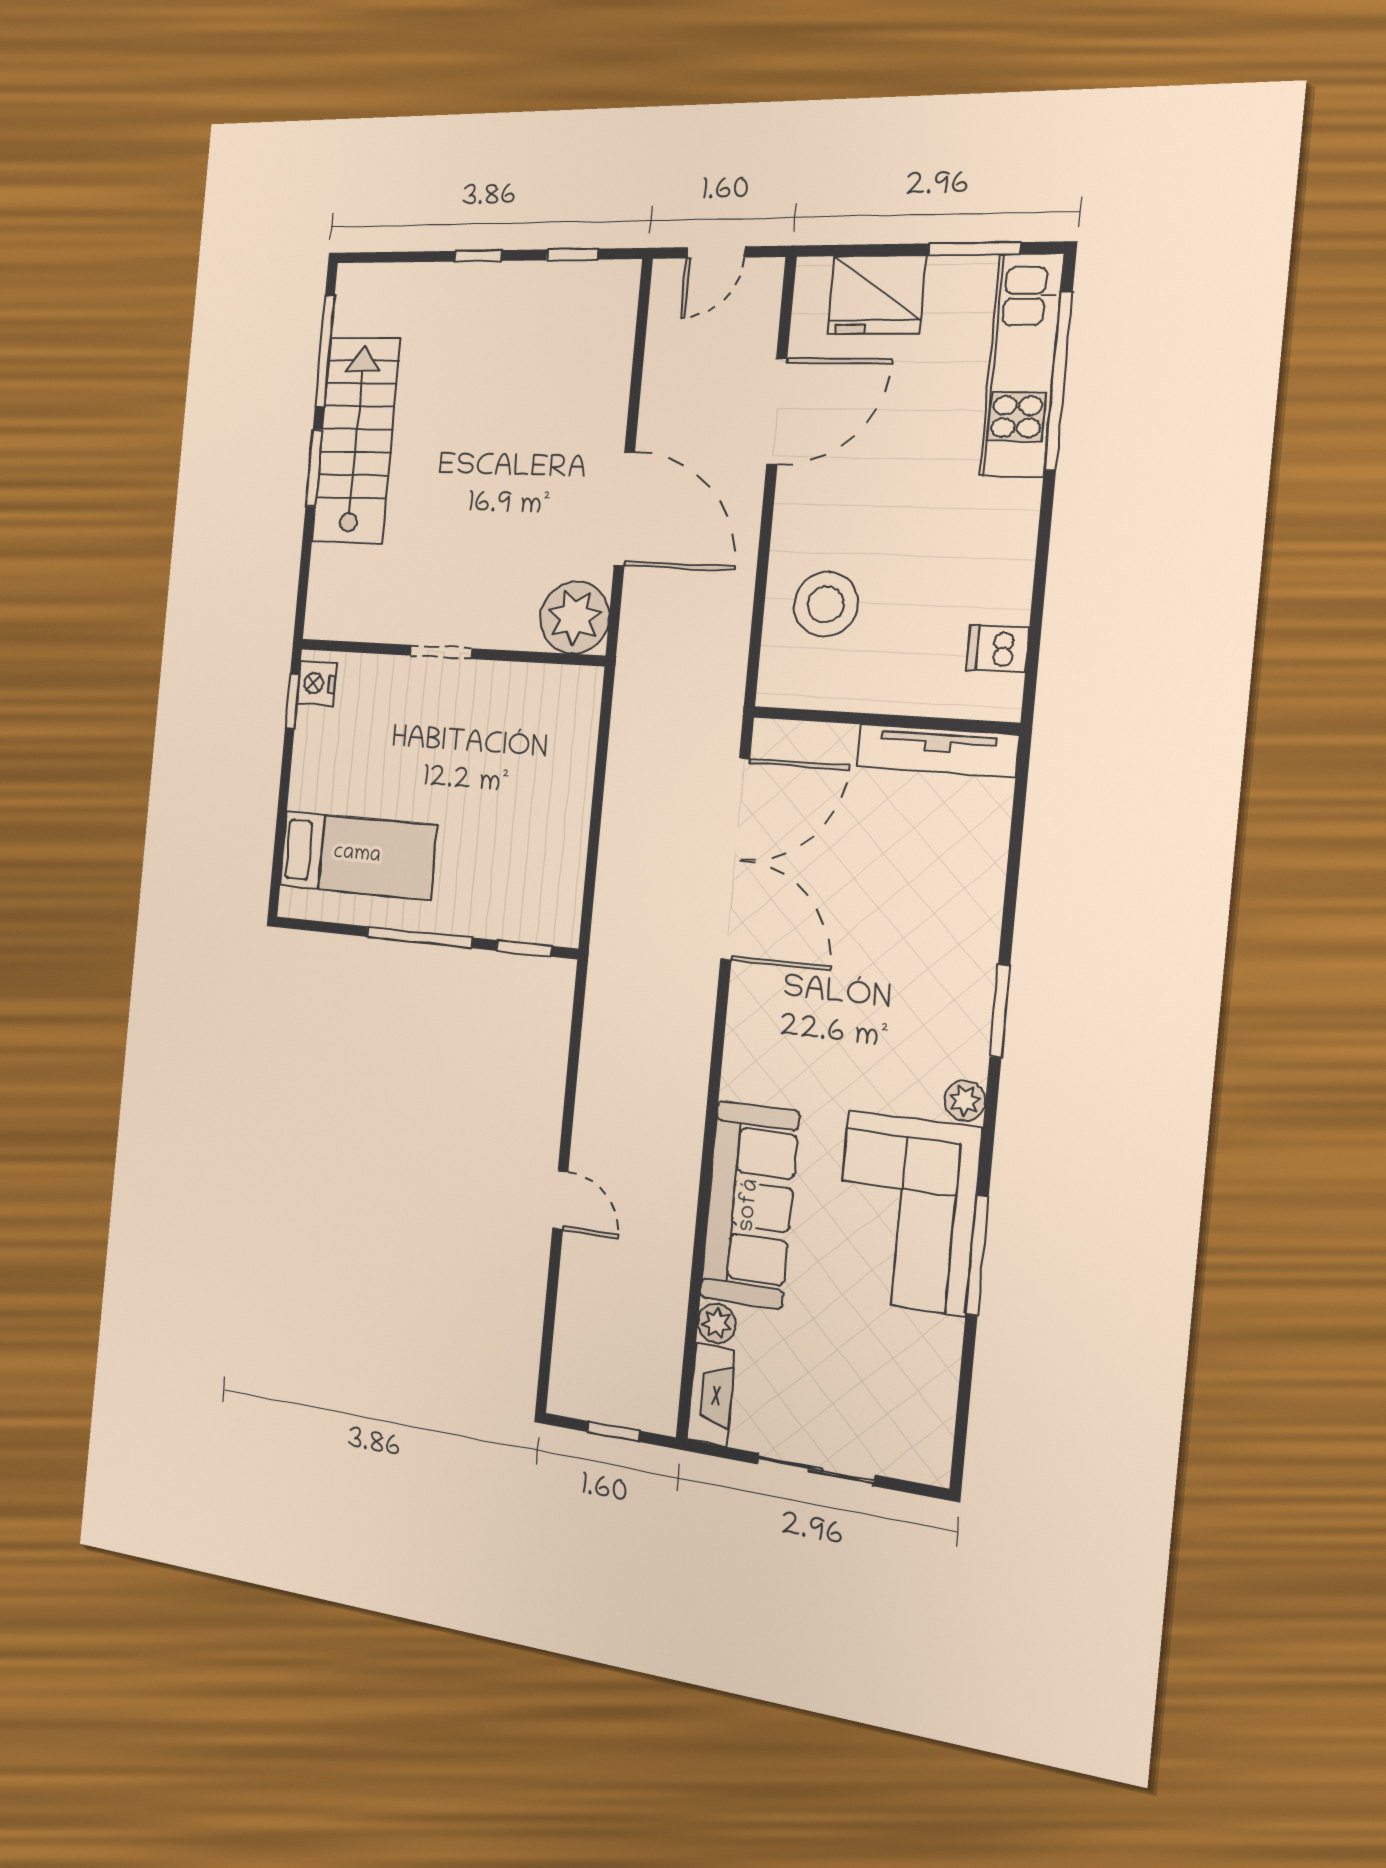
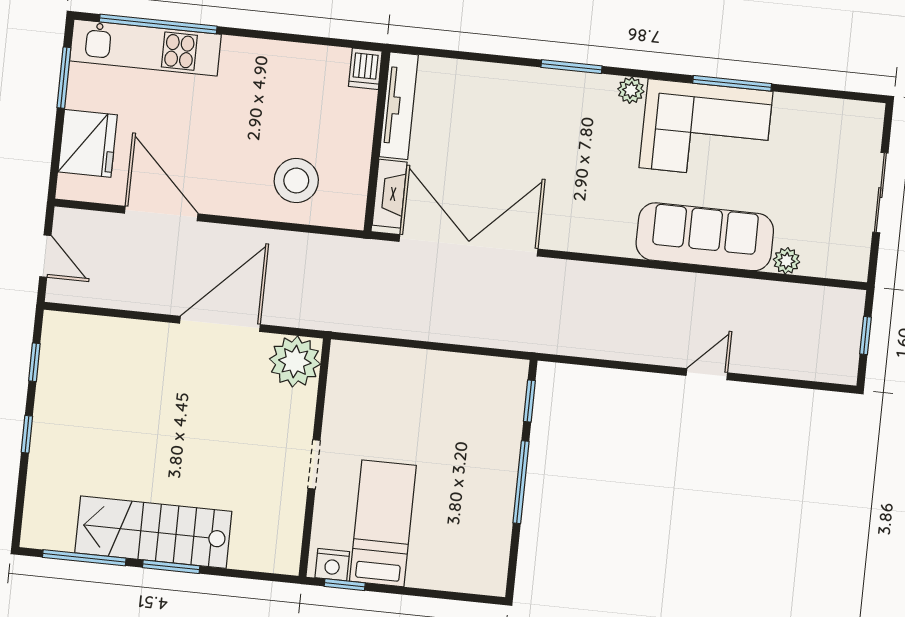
dishwasher: (998, 649) -> (365, 69), moved
bed: (357, 855) -> (383, 523), moved
fireplace: (711, 1395) -> (390, 194), moved, turned 90

